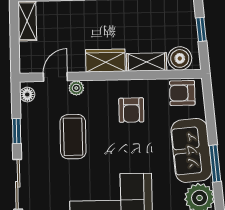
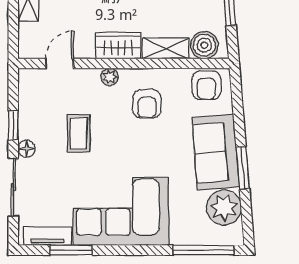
plant: (76, 88) -> (110, 77), moved
armchair: (182, 93) -> (206, 85), turned -90
floor lamp: (27, 95) -> (27, 149), moved
coffee table: (73, 137) -> (79, 133), width x0.73, depth x0.77

